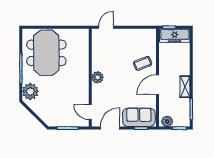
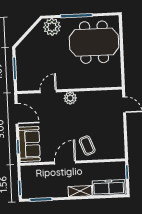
freezer: (175, 36) -> (109, 188), moved, turned 90
door: (158, 85) -> (65, 162), hinge flipped
shelving: (185, 87) -> (80, 191), moved
door: (90, 112) -> (48, 91), moved
boiler: (167, 122) -> (26, 174), removed

